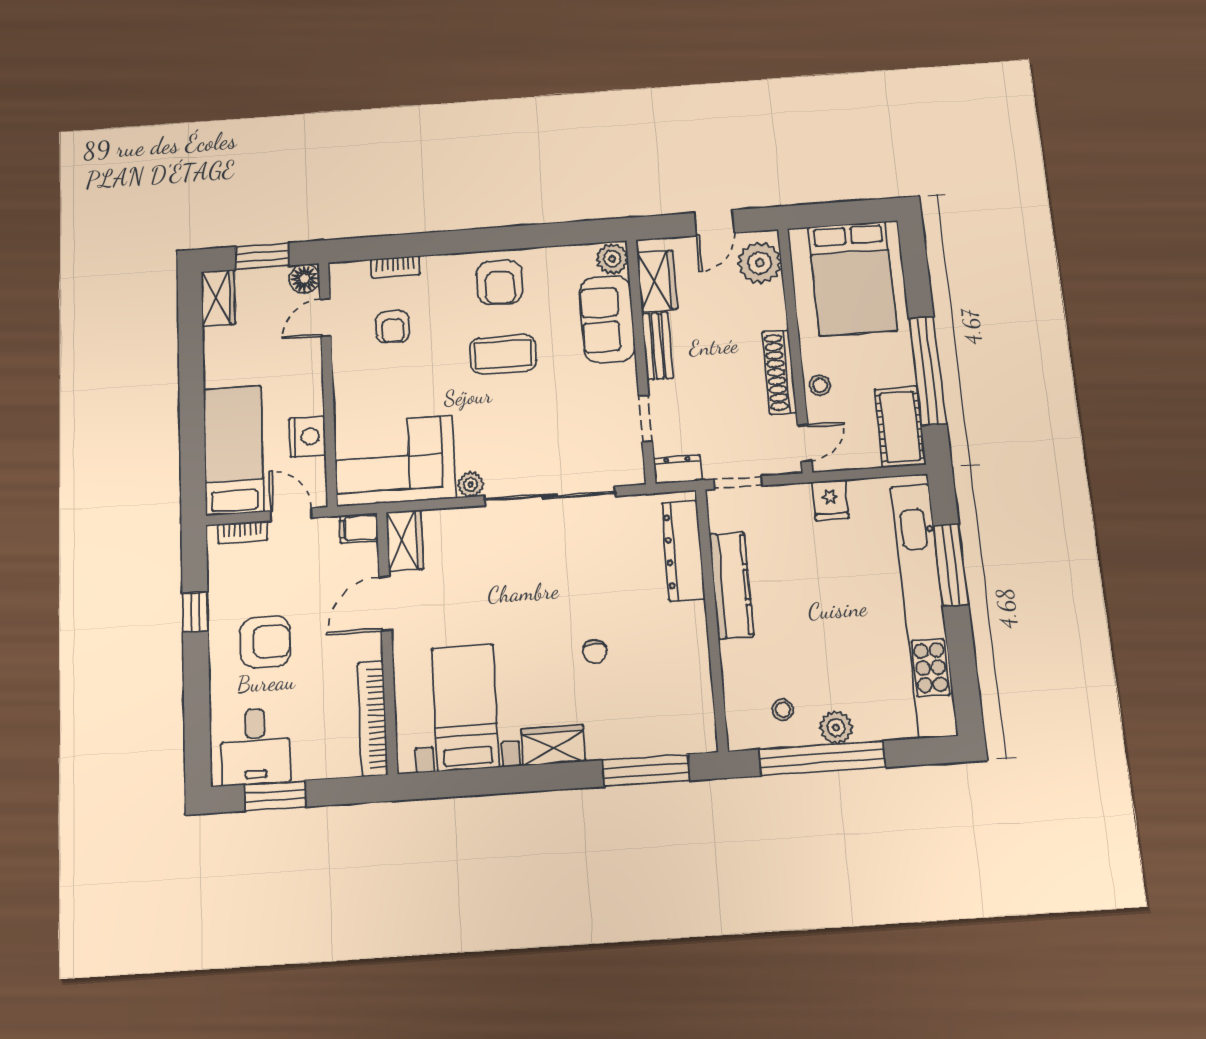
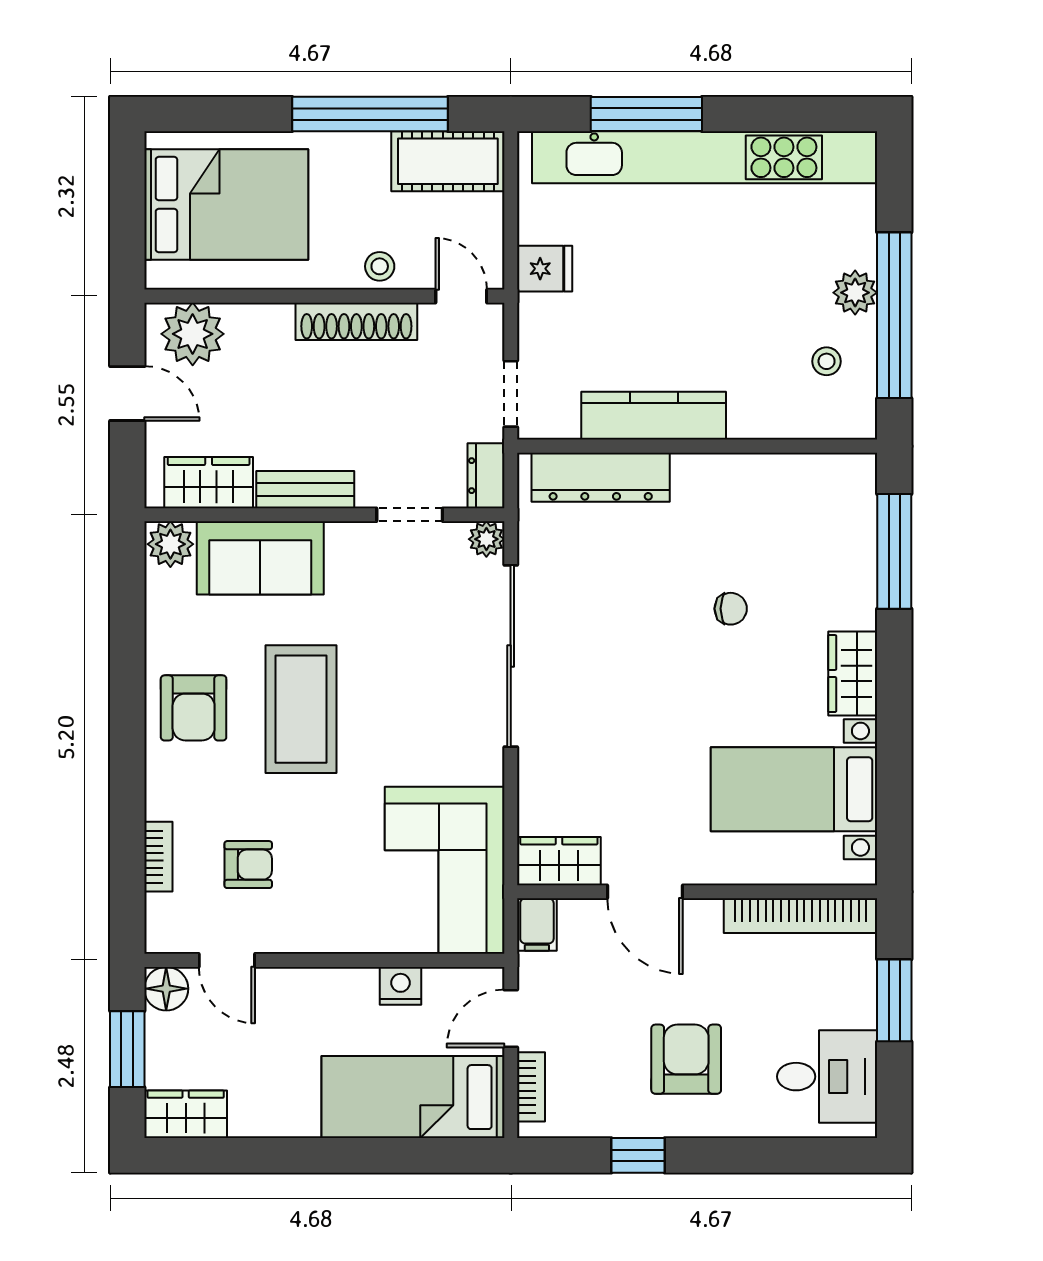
armchair: (500, 282) -> (194, 708), turned 90
coffee table: (503, 354) -> (301, 709), width x1.36, depth x1.32
nightstand: (307, 436) -> (400, 986), width x0.74, depth x0.75
plant: (471, 485) -> (486, 539), moved
window: (275, 796) -> (894, 1000), moved

